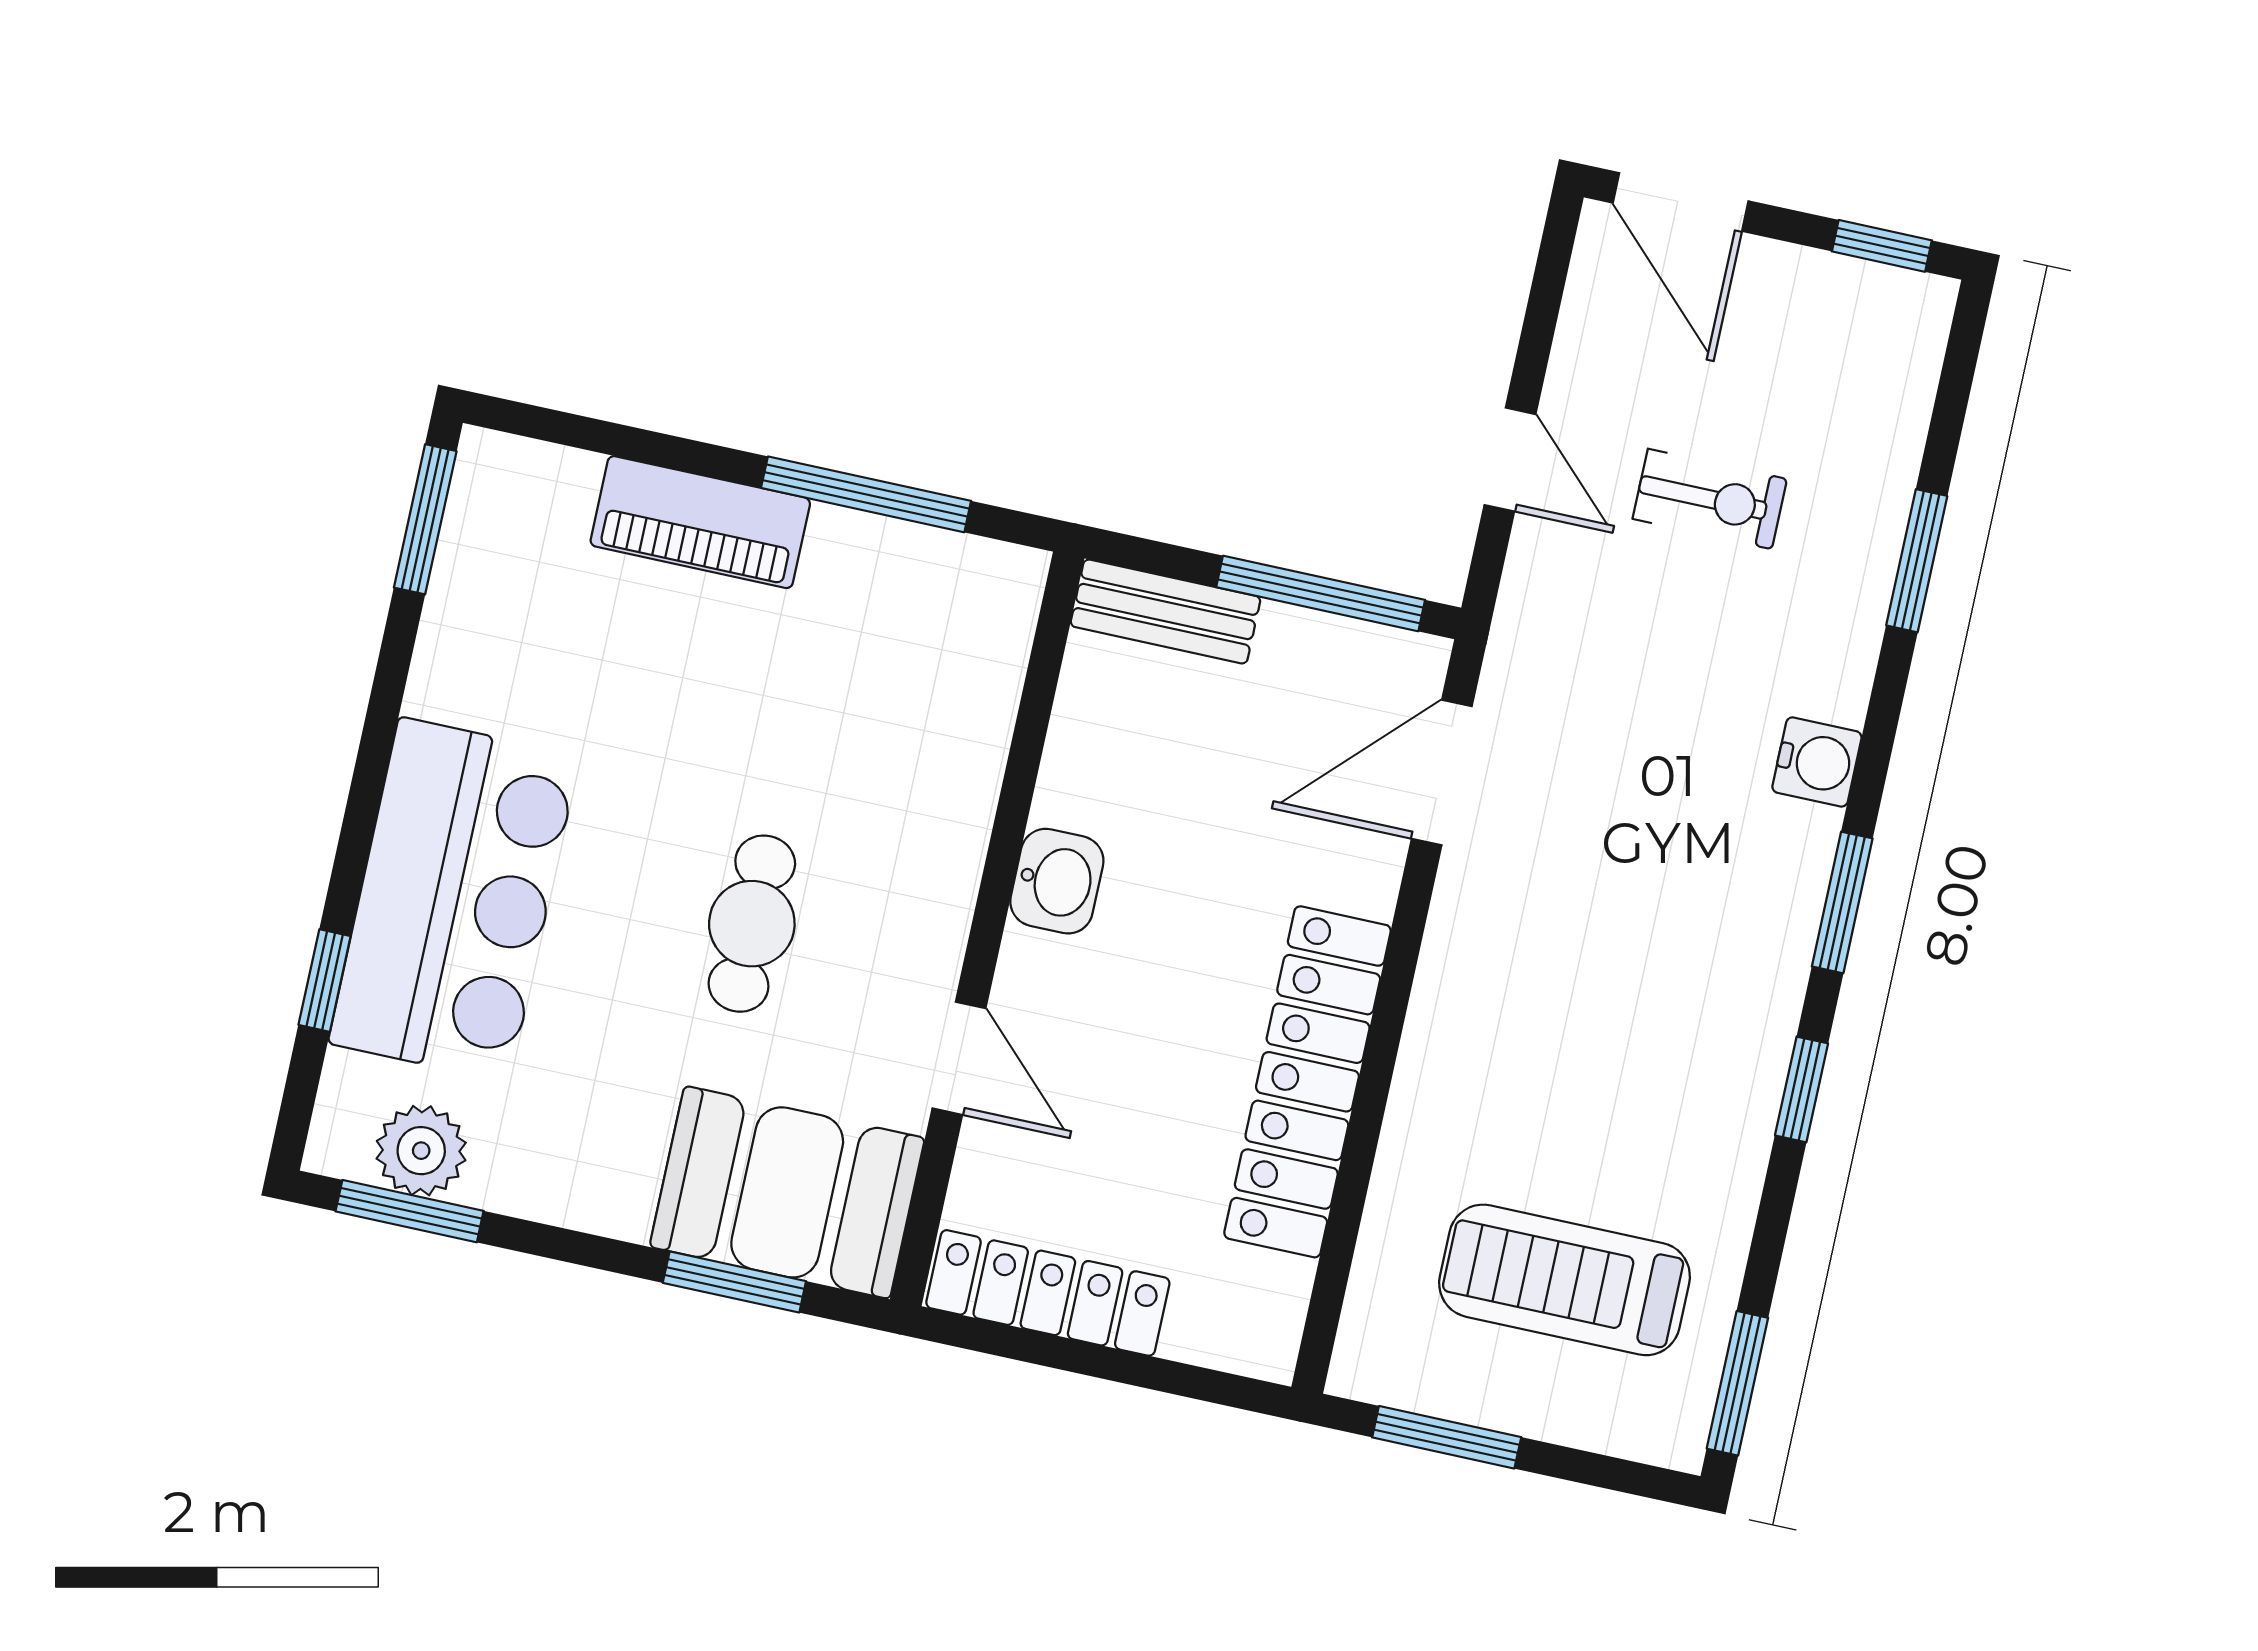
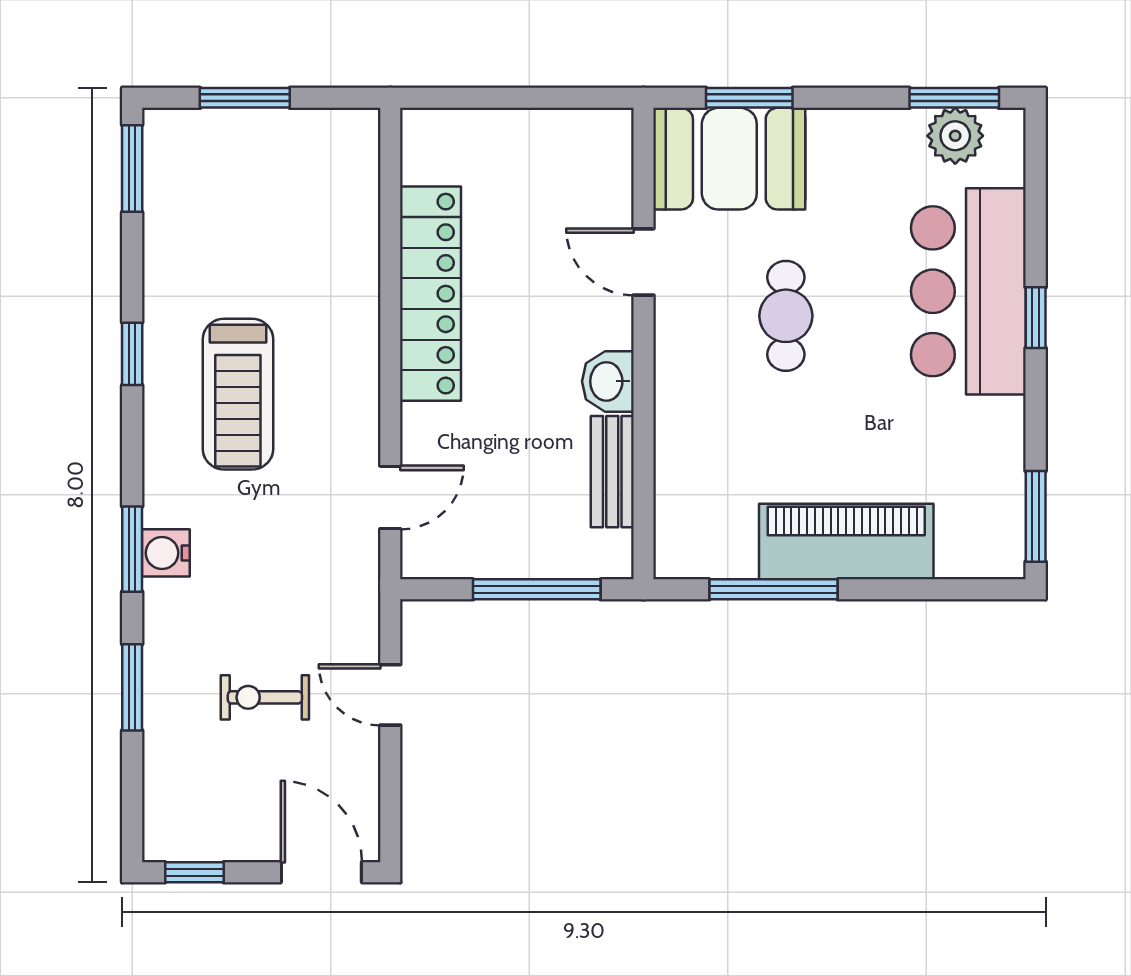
piano: (700, 522) -> (846, 542), width x1.37, depth x1.33
window: (1321, 593) -> (537, 589), moved
bench: (1165, 611) -> (612, 472), moved, turned 90
door: (1442, 773) -> (390, 497), width x0.73
window: (1842, 902) -> (132, 549), moved
window: (325, 980) -> (1036, 318), moved
treadmill: (1565, 1280) -> (238, 394), moved, turned 90
locker: (1048, 1293) -> (559, 132), removed
window: (1447, 1437) -> (245, 98), moved

